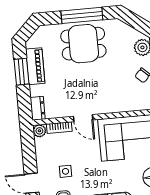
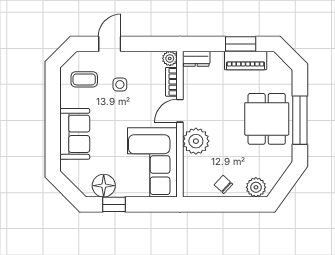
plant: (108, 102) -> (196, 141), added

